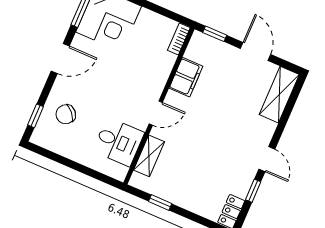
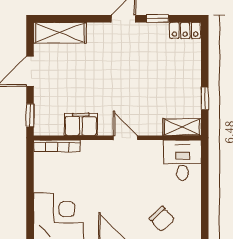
bookcase: (179, 39) -> (57, 146), width x1.56
desk: (119, 142) -> (182, 160), moved
shelving: (149, 156) -> (182, 127), moved

